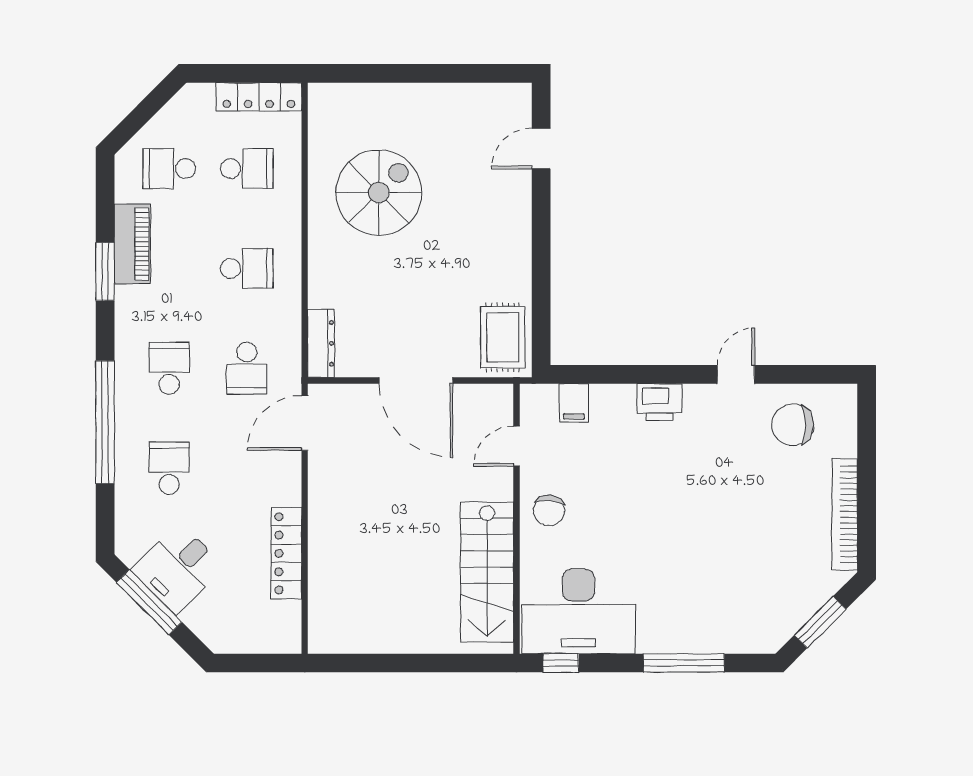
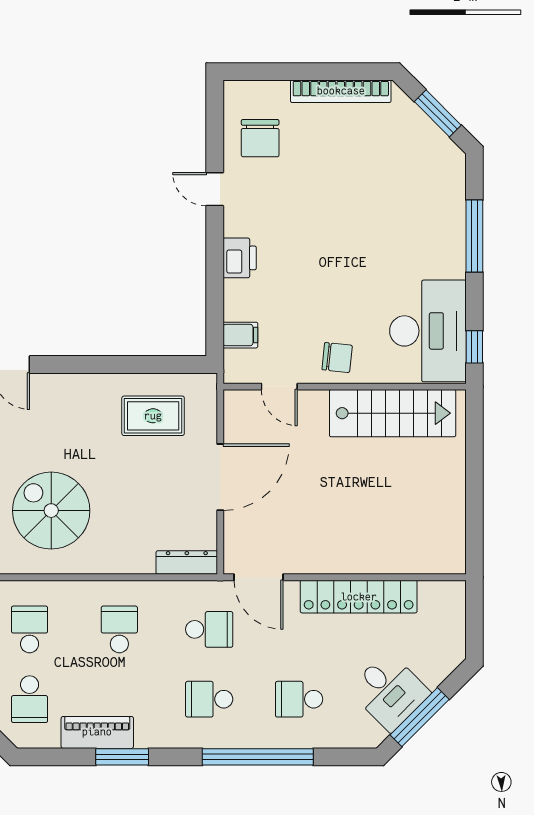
rug: (503, 337) -> (153, 416), moved
locker: (286, 553) -> (359, 597), width x1.41, depth x1.21

